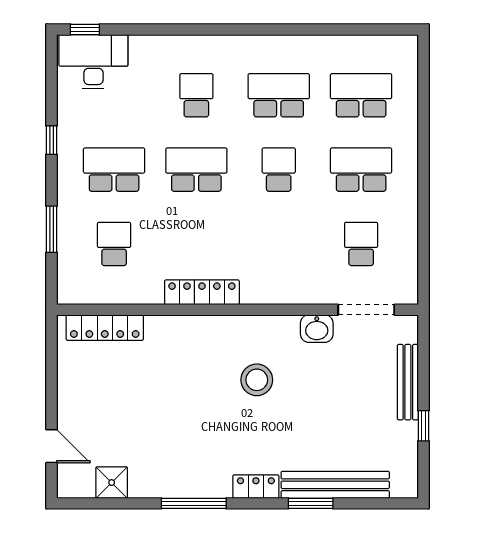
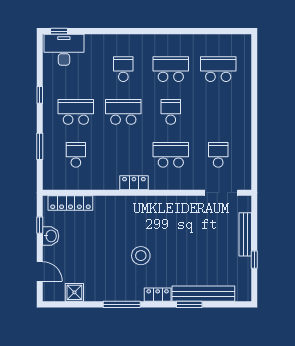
school desk: (361, 170) -> (171, 155), moved
locker: (202, 292) -> (134, 183), width x0.66
washbasin: (317, 329) -> (51, 236), moved, turned -90
window: (52, 366) -> (40, 225), added
stool: (257, 380) -> (141, 256), moved

